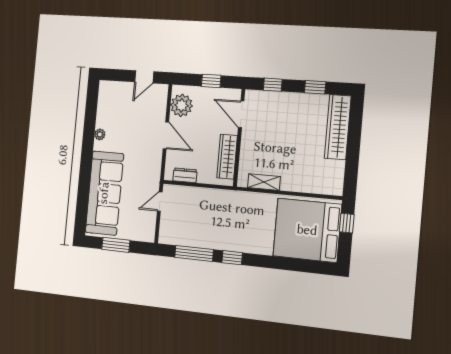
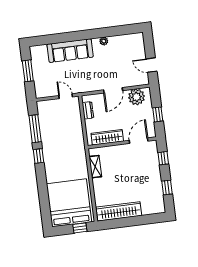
wardrobe: (338, 127) -> (119, 211), moved
sofa: (104, 193) -> (70, 51), width x0.74, depth x0.79

